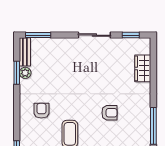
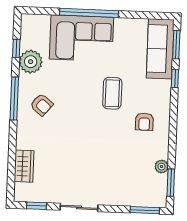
bench: (25, 52) -> (161, 191), removed
window: (17, 73) -> (171, 183), moved
armchair: (109, 113) -> (42, 105), moved, turned -140

